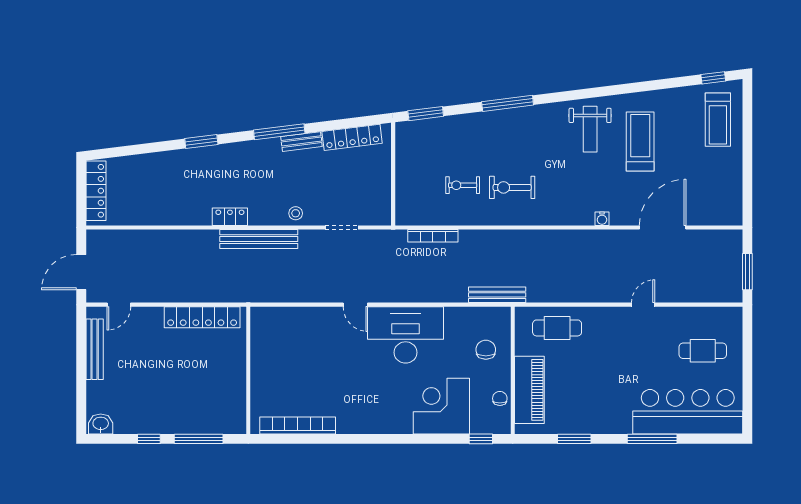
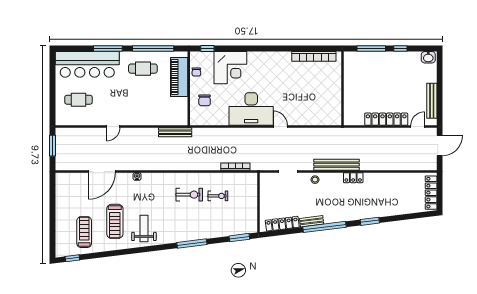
treadmill: (718, 120) -> (84, 232), moved
window: (279, 132) -> (325, 227), width x1.46
bench: (497, 295) -> (175, 132), moved
locker: (202, 317) -> (386, 119), moved
cafe table: (557, 328) -> (143, 69), moved
window: (574, 439) -> (153, 49), width x2.11

